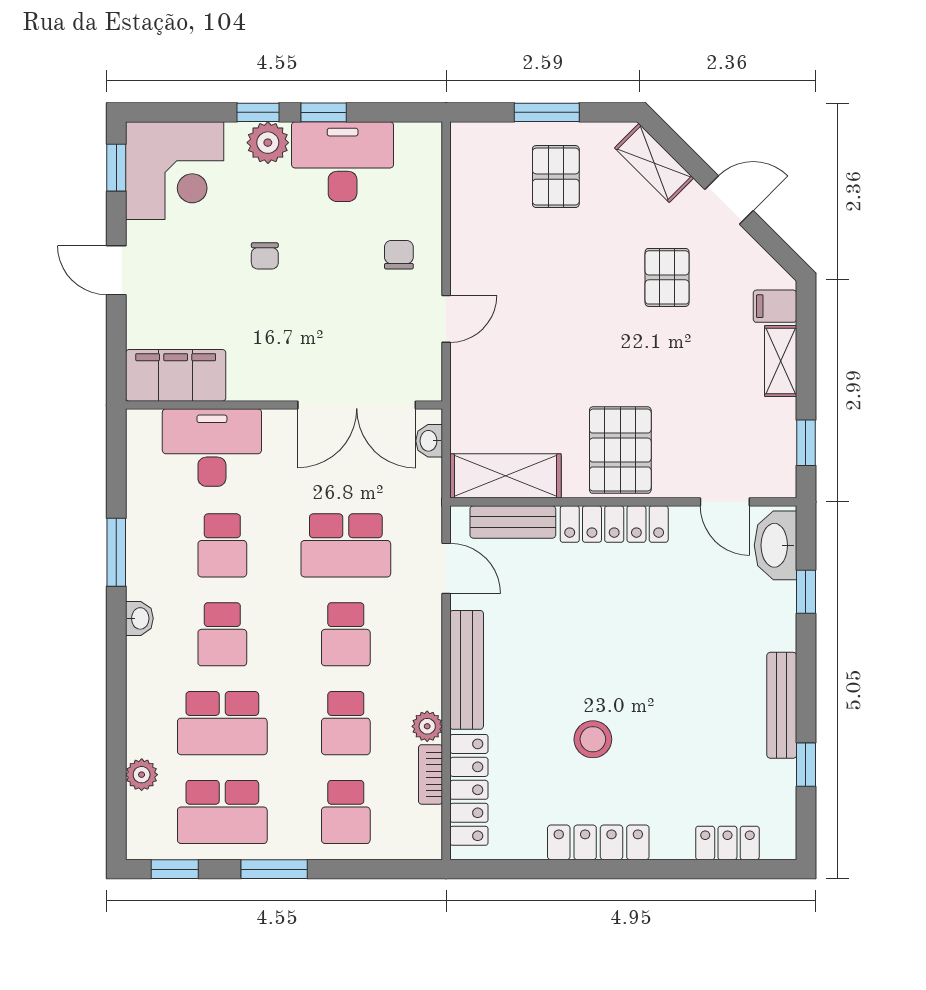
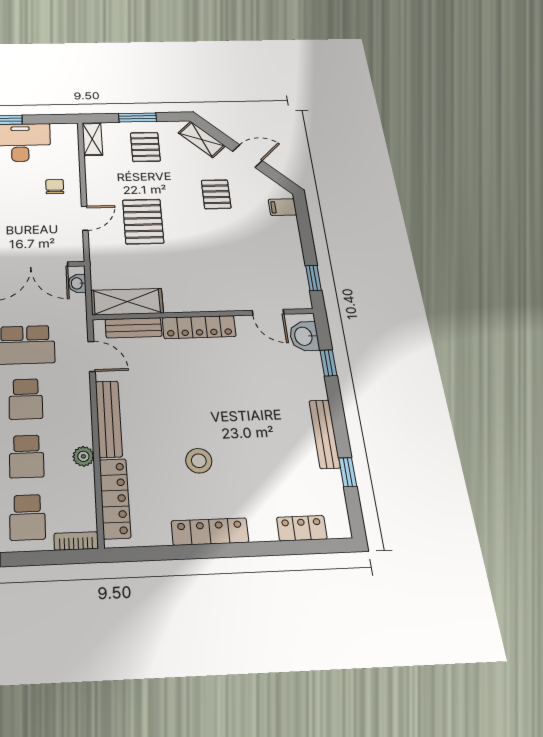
shelving: (781, 361) -> (92, 139), moved
pallet: (620, 450) -> (143, 221), moved
washbasin: (776, 545) -> (304, 336), width x0.72
bookcase: (431, 774) -> (76, 541), moved, turned 90

